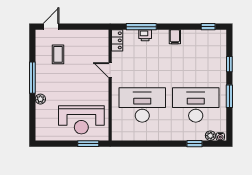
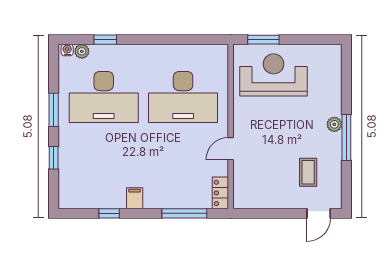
window: (208, 27) -> (109, 213), moved
printer: (145, 35) -> (179, 200), removed
door: (110, 70) -> (231, 149), swing flipped
plant: (40, 99) -> (334, 124), moved

